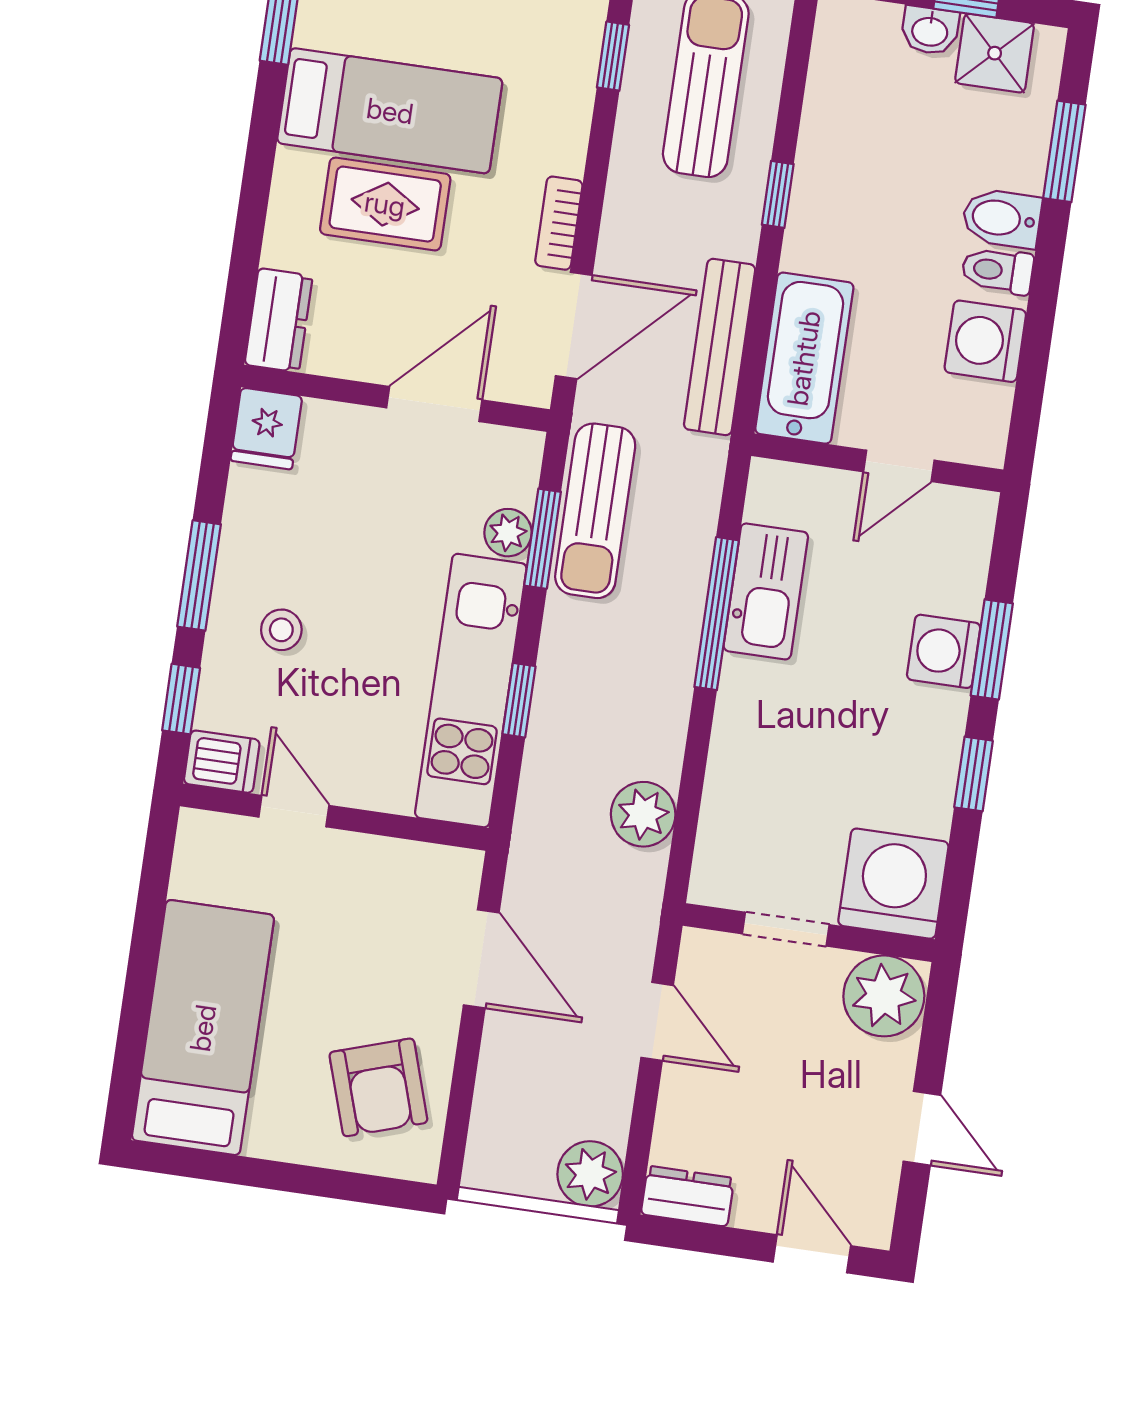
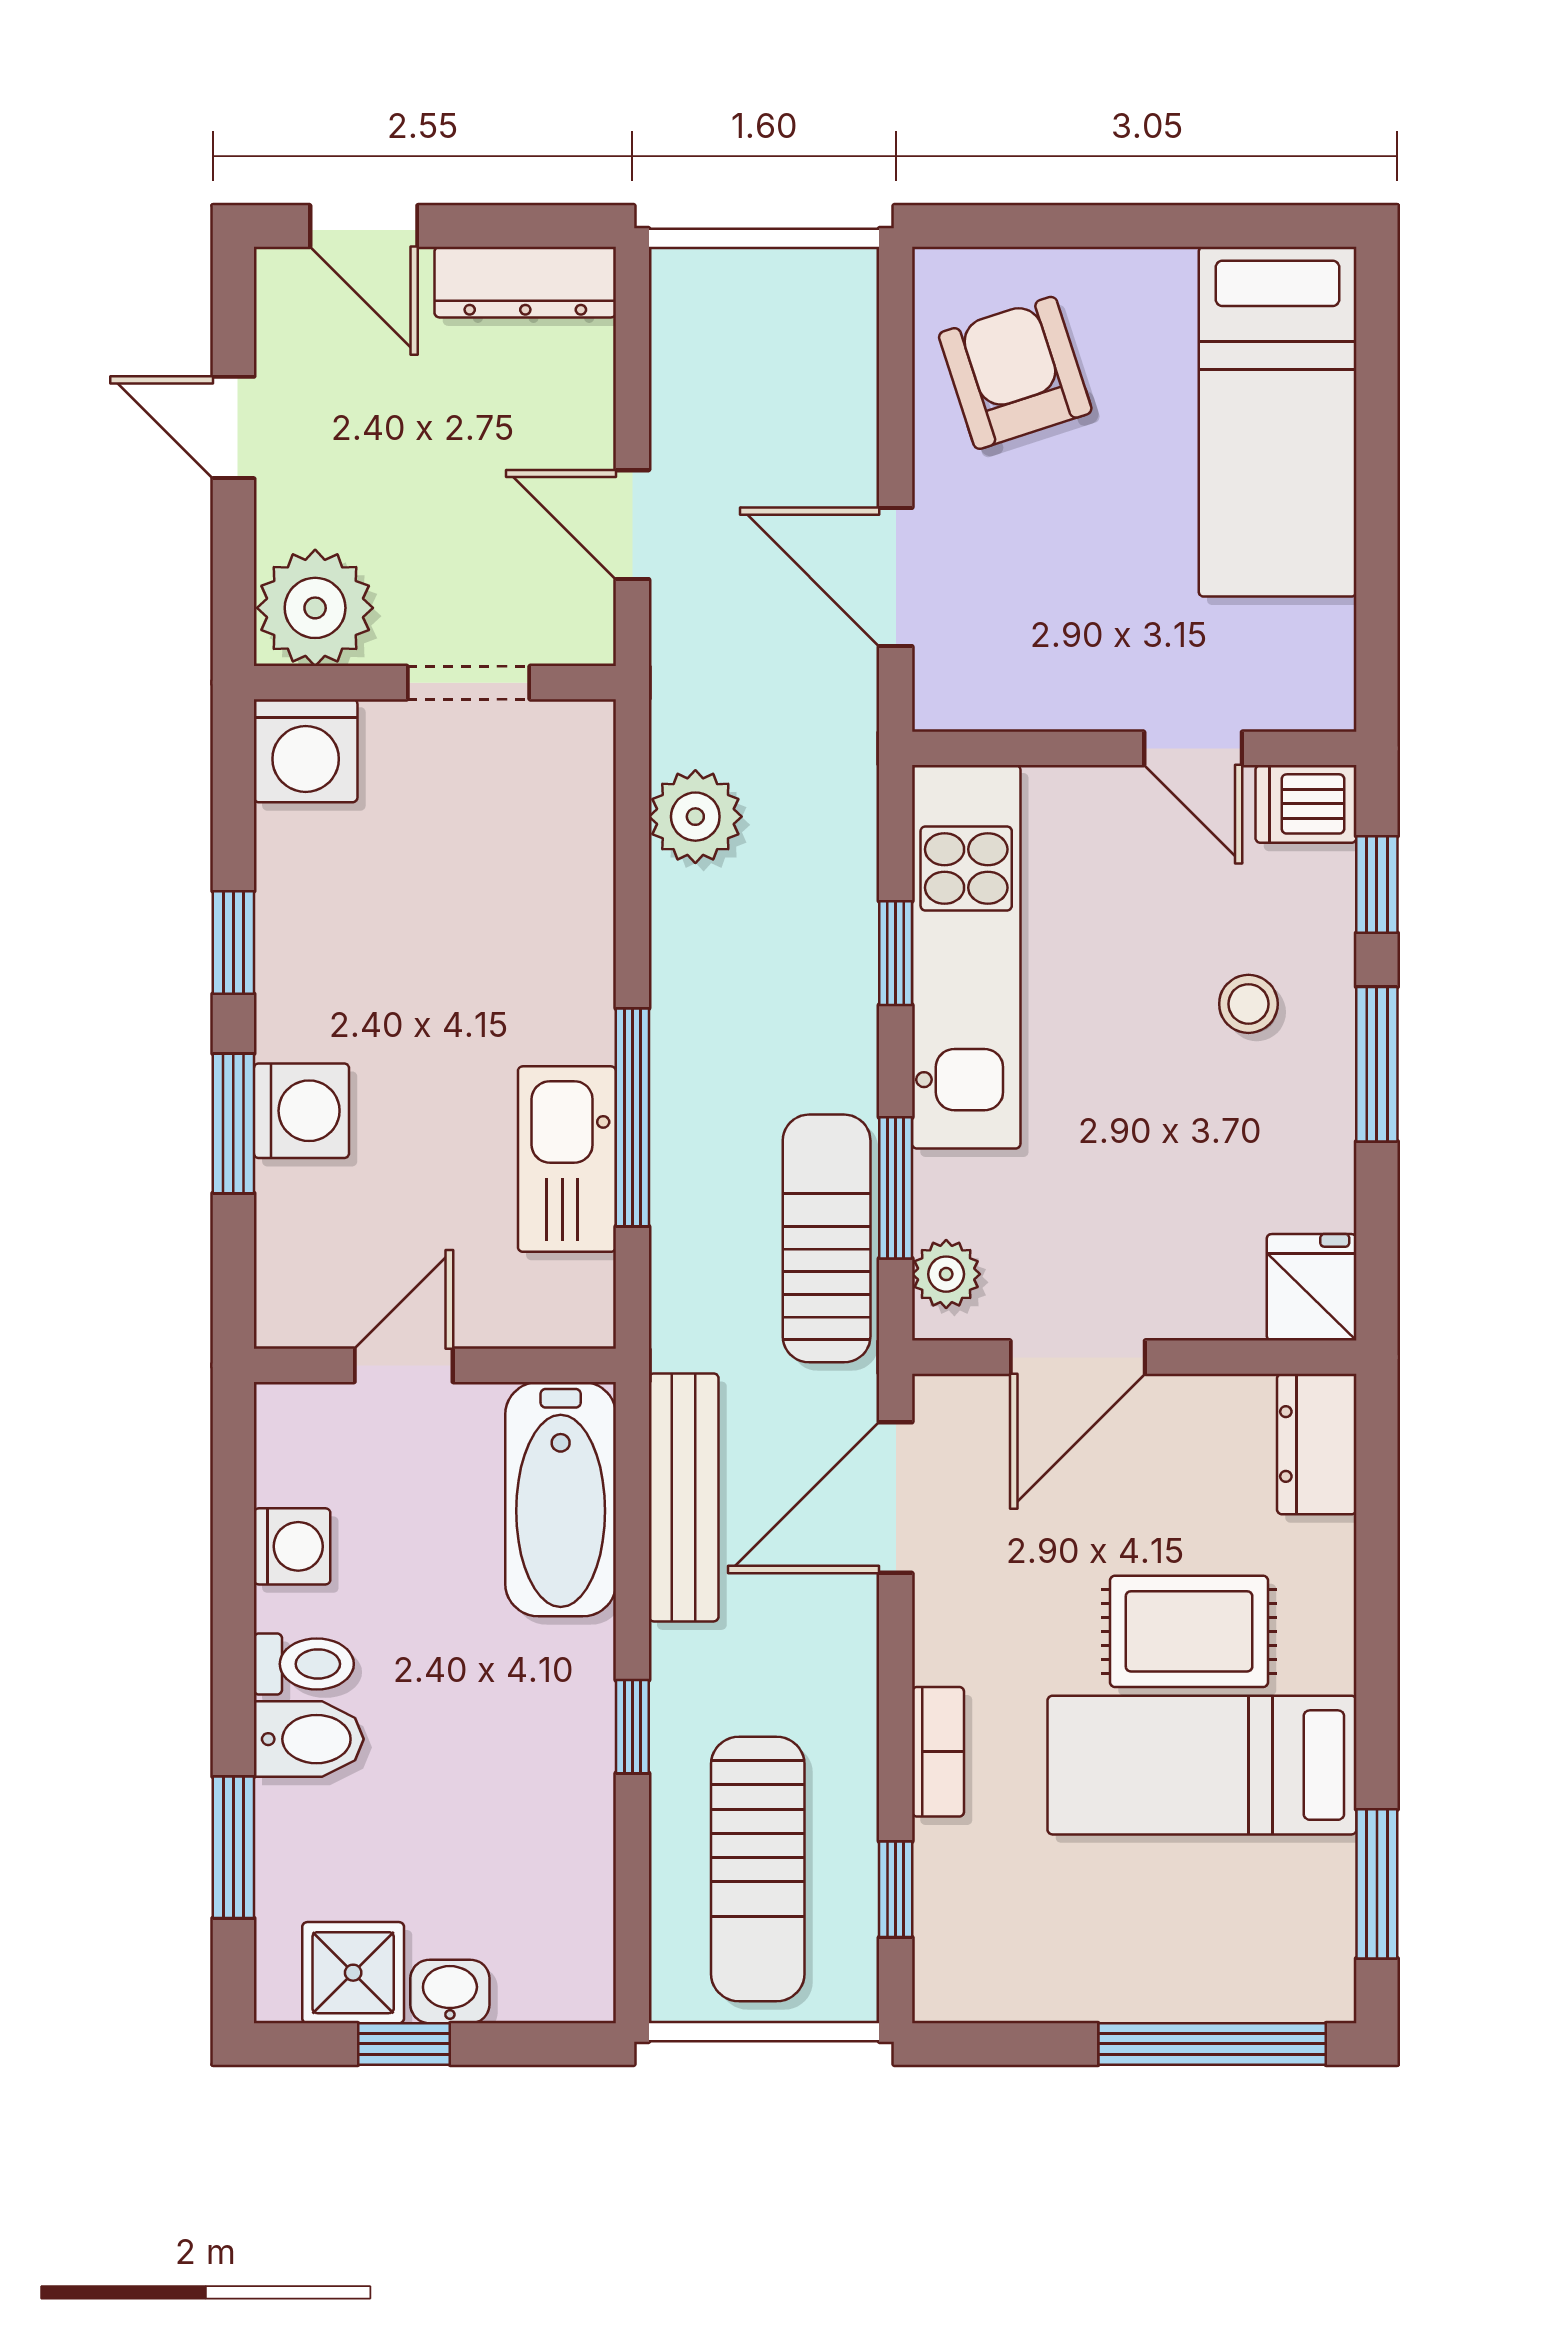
bookcase: (559, 223) -> (938, 1752), moved
washing machine: (985, 341) -> (292, 1546), width x0.73, depth x0.73
plant: (508, 533) -> (946, 1274), moved
washing machine: (893, 884) -> (306, 751), width x0.73, depth x0.73
plant: (590, 1174) -> (696, 294), removed
dresser: (687, 1196) -> (525, 282), width x1.44

